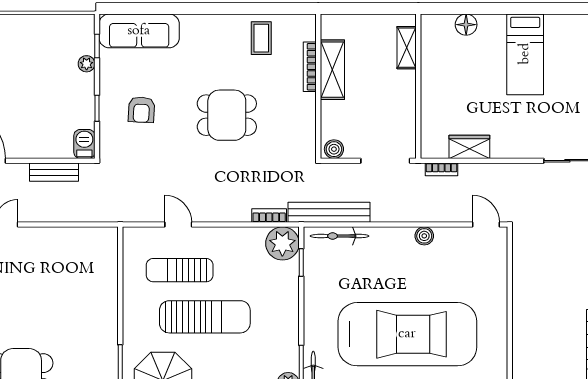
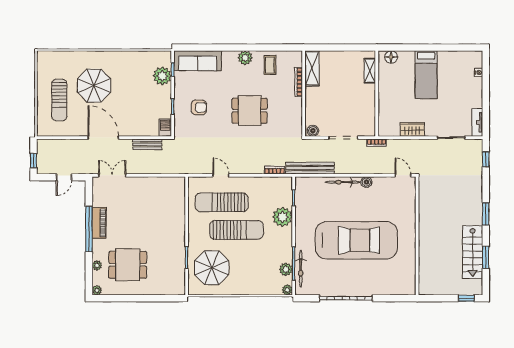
plant: (219, 26) -> (245, 58), added
shelving: (407, 48) -> (370, 71), moved
plant: (87, 64) -> (162, 76), width x1.87, depth x1.87
shelving: (332, 70) -> (312, 68), moved
wall: (418, 86) -> (377, 94), moved
armchair: (141, 110) -> (199, 107), turned -93
wardrobe: (469, 147) -> (412, 129), moved
bicycle: (340, 236) -> (343, 182), moved
plant: (282, 243) -> (282, 217), moved
sun lounger: (180, 270) -> (222, 202), width x1.36, depth x1.34

